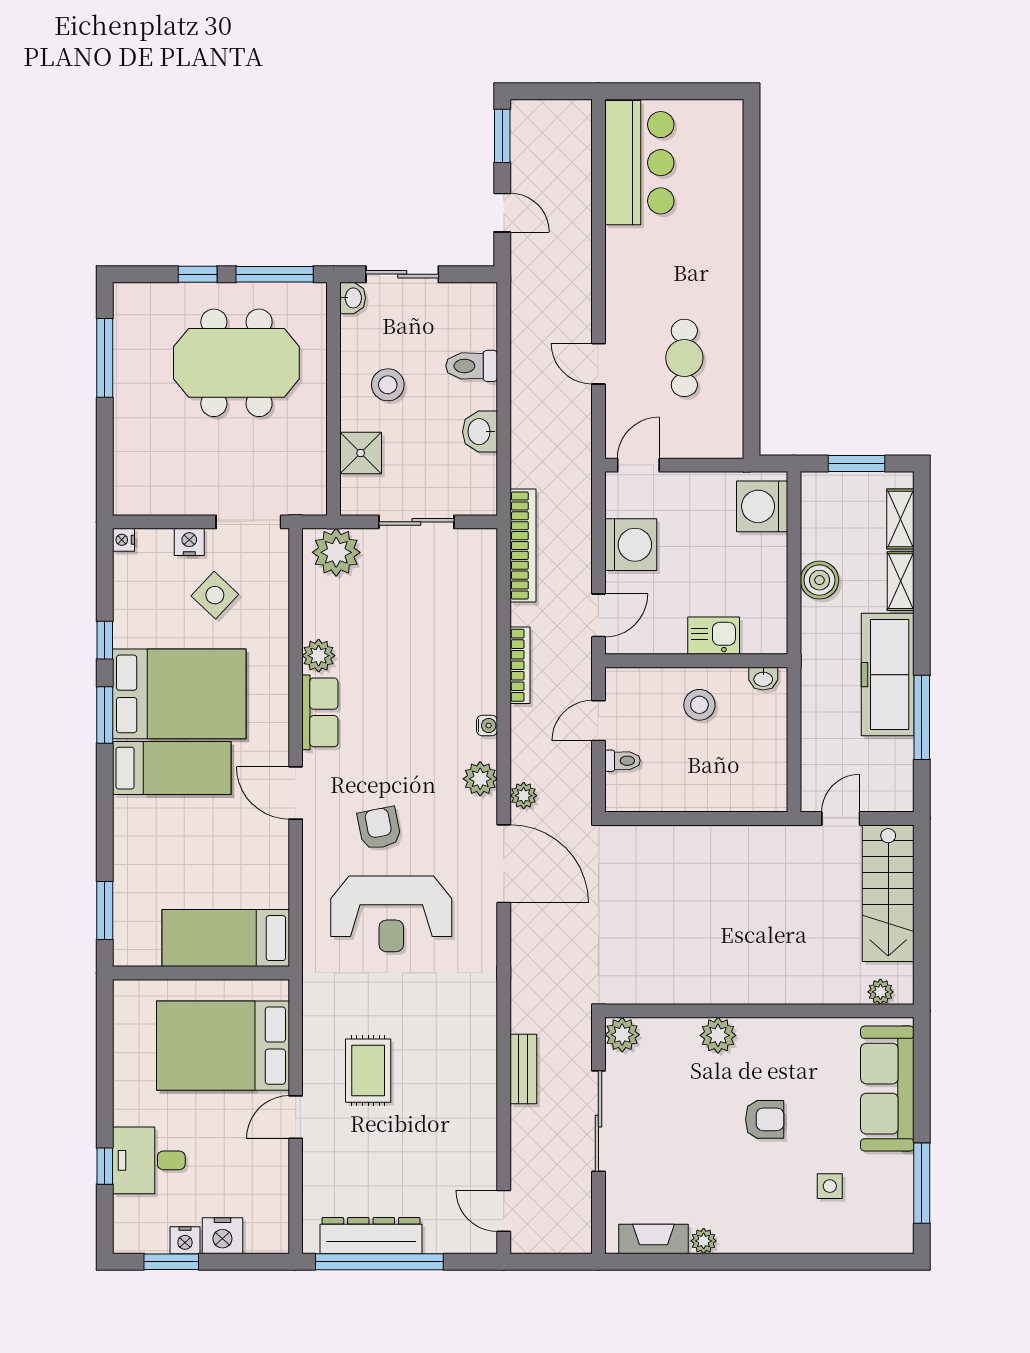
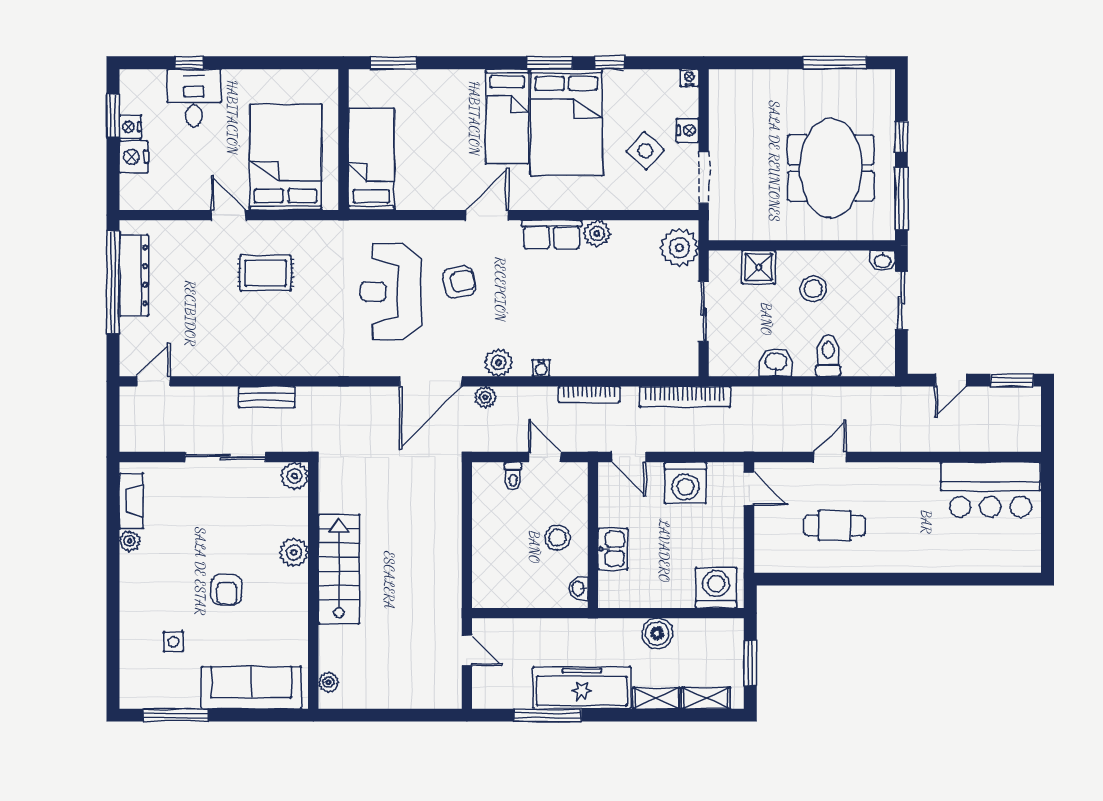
stairs: (888, 893) -> (339, 569), moved, turned 90

